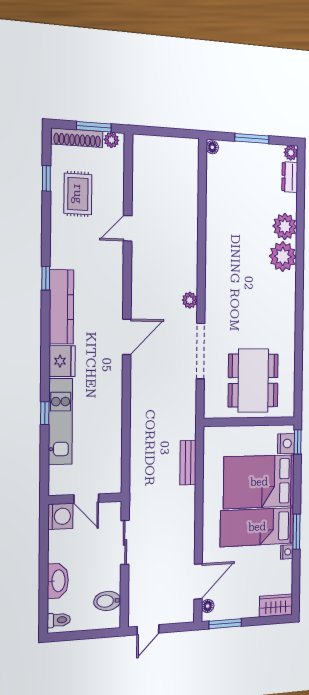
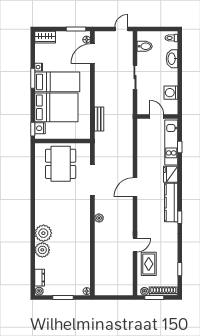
rug: (78, 194) -> (149, 264), moved
plant: (190, 300) -> (99, 218), moved
wall: (85, 499) -> (157, 116), moved
door: (86, 499) -> (157, 116), moved

